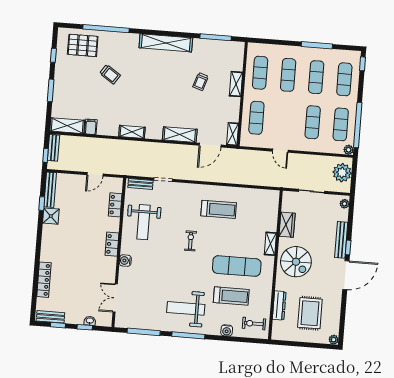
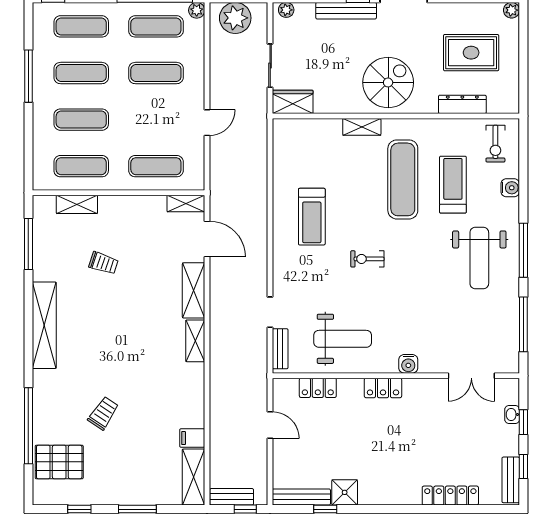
pallet: (83, 45) -> (59, 462), turned 90
shelving: (236, 84) -> (77, 204), moved
shelving: (132, 132) -> (195, 341), moved
treadmill: (219, 209) -> (312, 217), turned 180
wardrobe: (287, 225) -> (293, 102), moved

